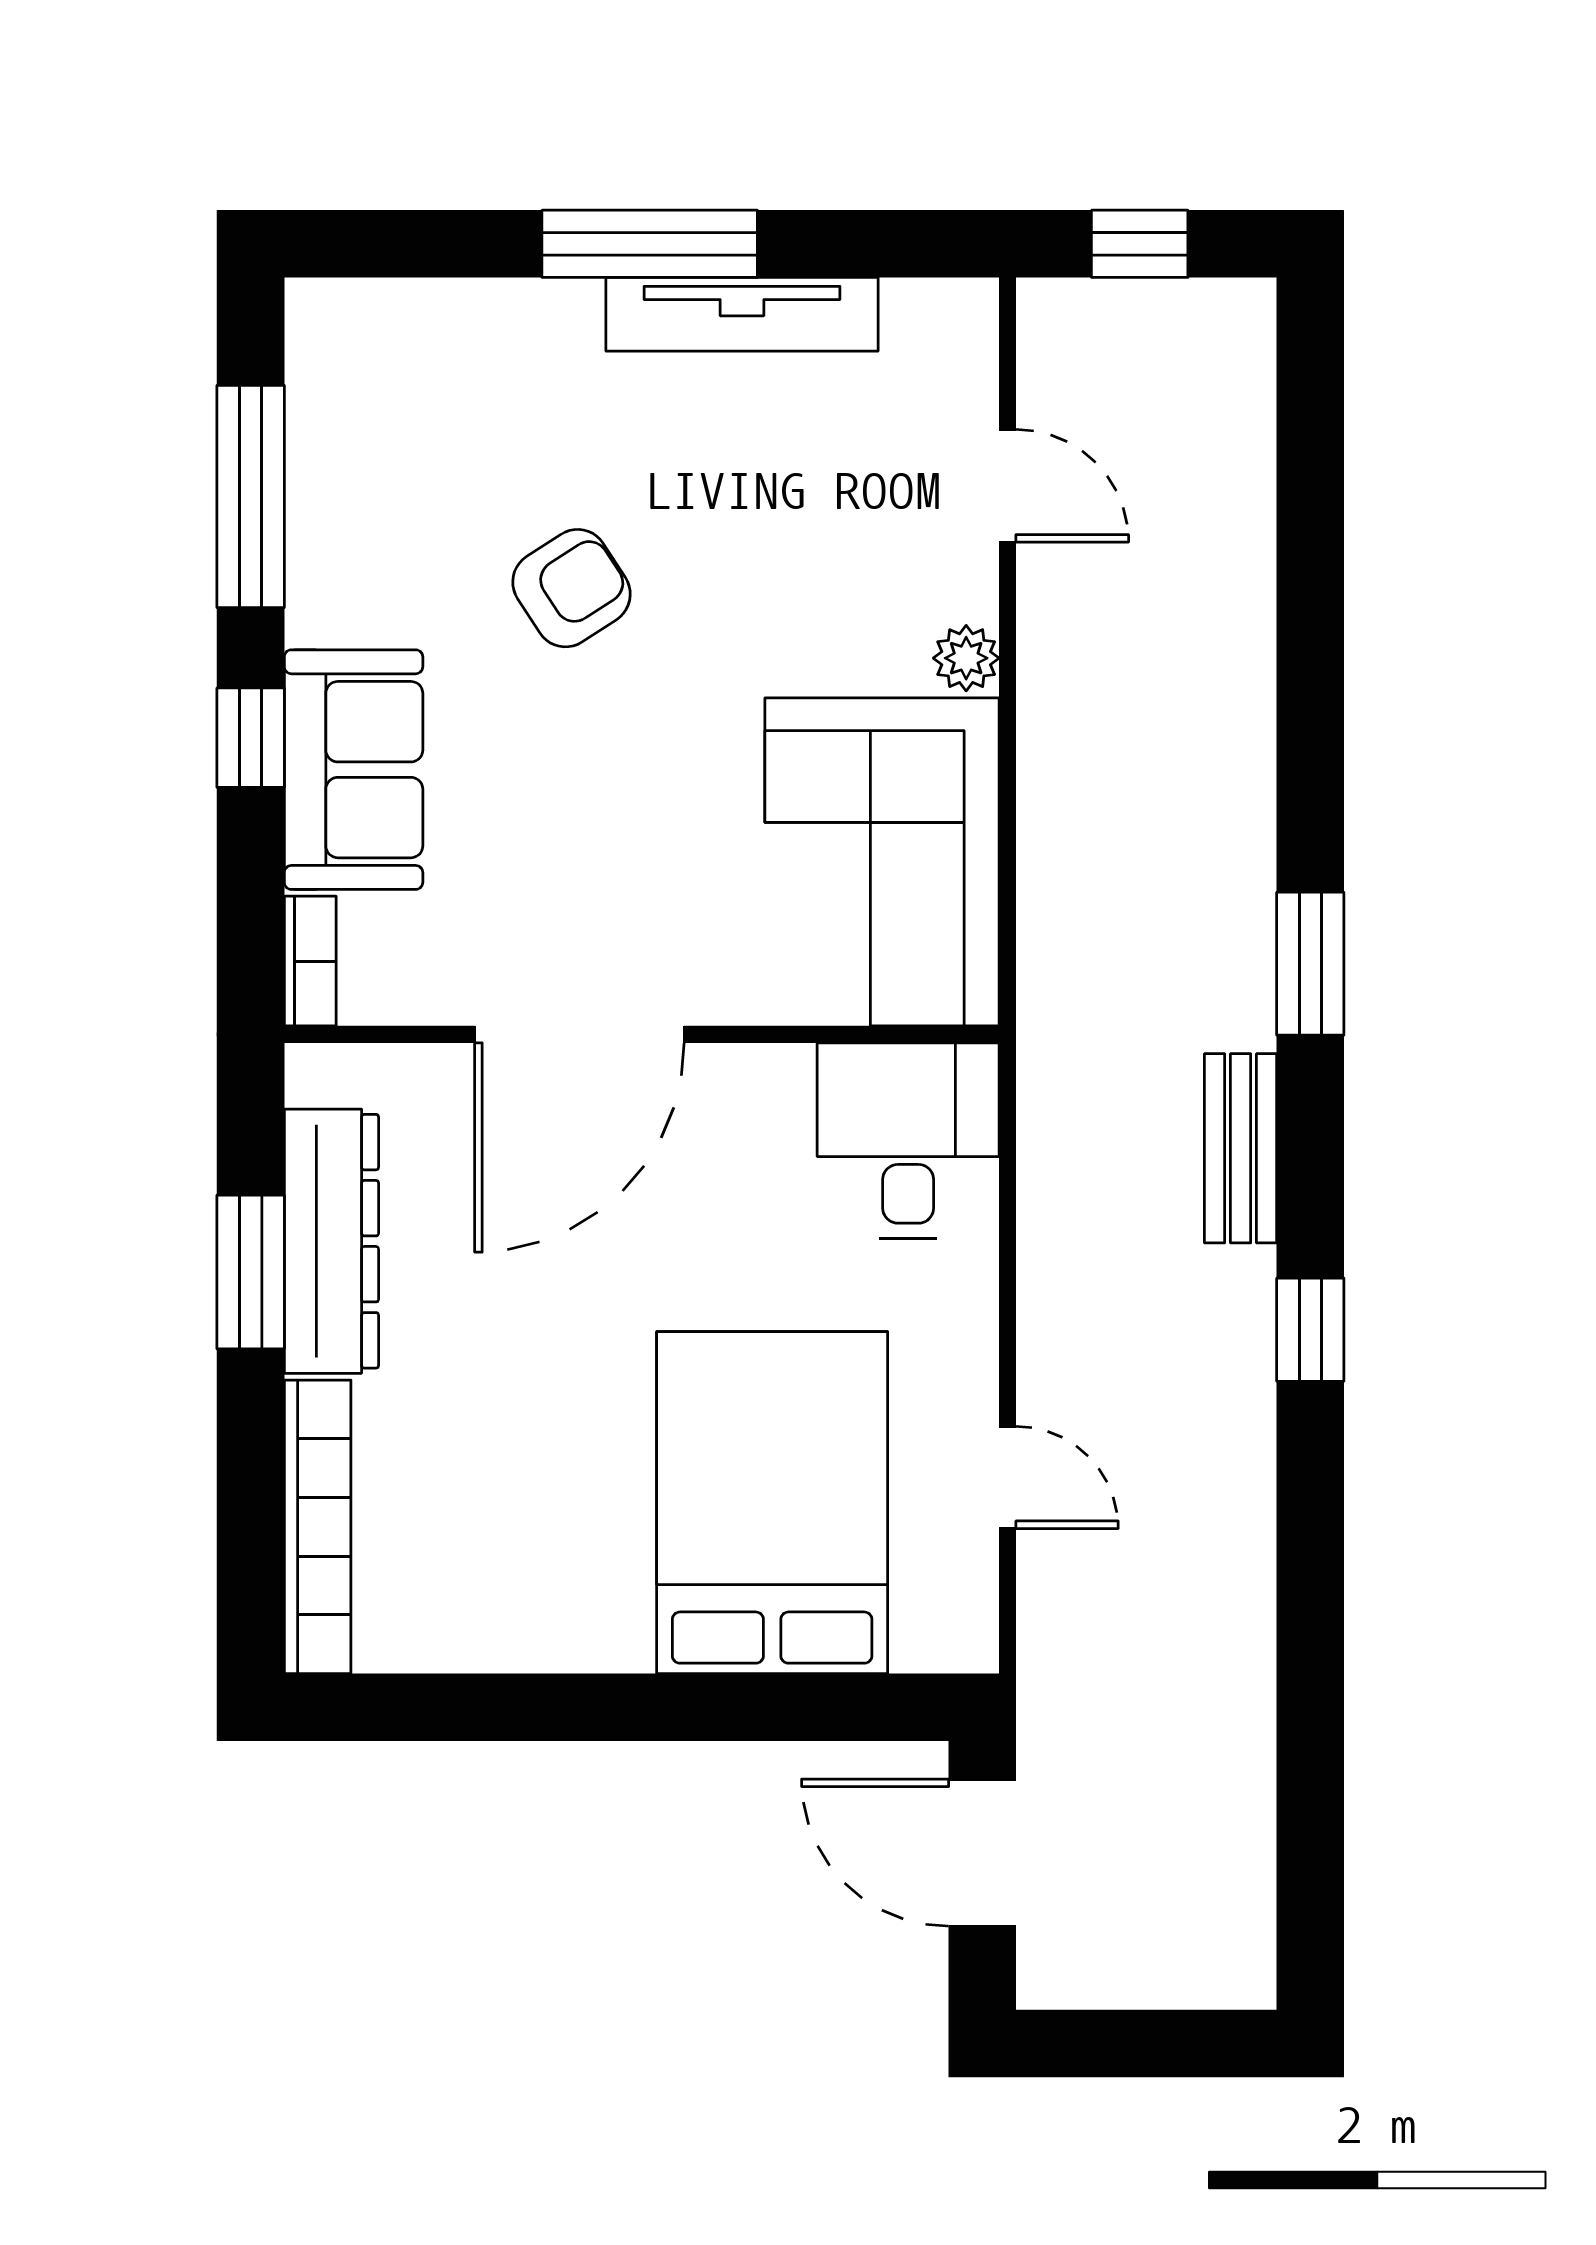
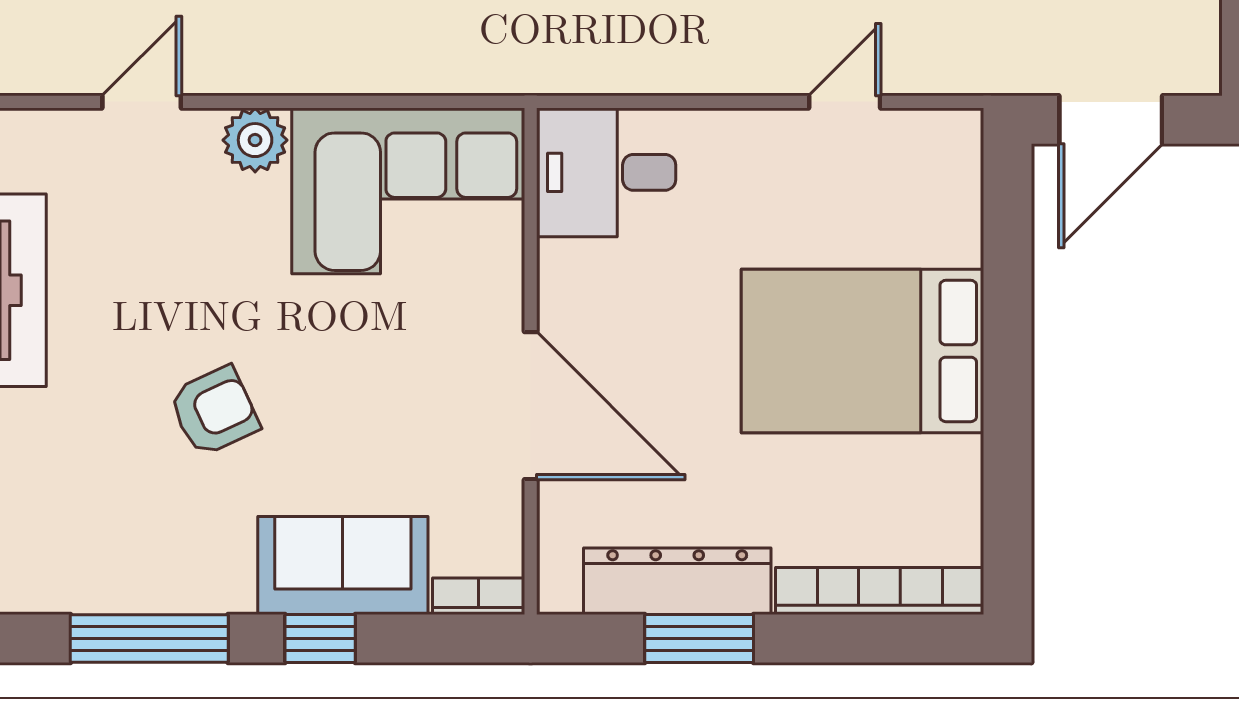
armchair: (571, 588) -> (214, 411), turned 98
plant: (966, 658) -> (255, 140), width x1.38, depth x1.38
bed: (772, 1503) -> (862, 351), moved

